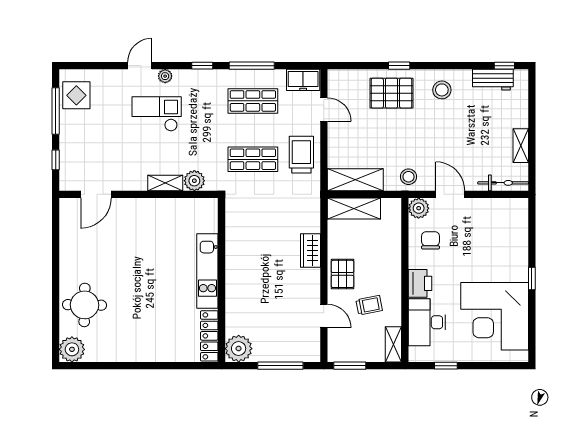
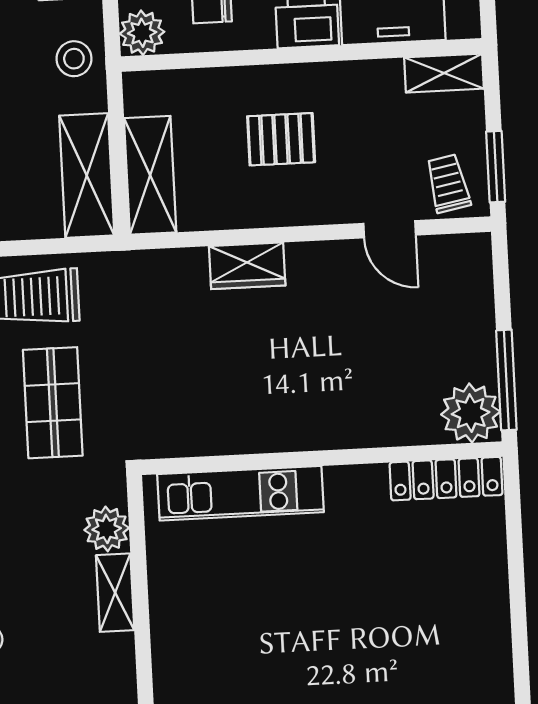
kitchen unit: (207, 271) -> (240, 493), moved
pallet: (343, 274) -> (281, 139), moved
trolley: (369, 305) -> (448, 184), moved
door: (324, 316) -> (390, 229), swing flipped
window: (280, 366) -> (506, 380), moved

